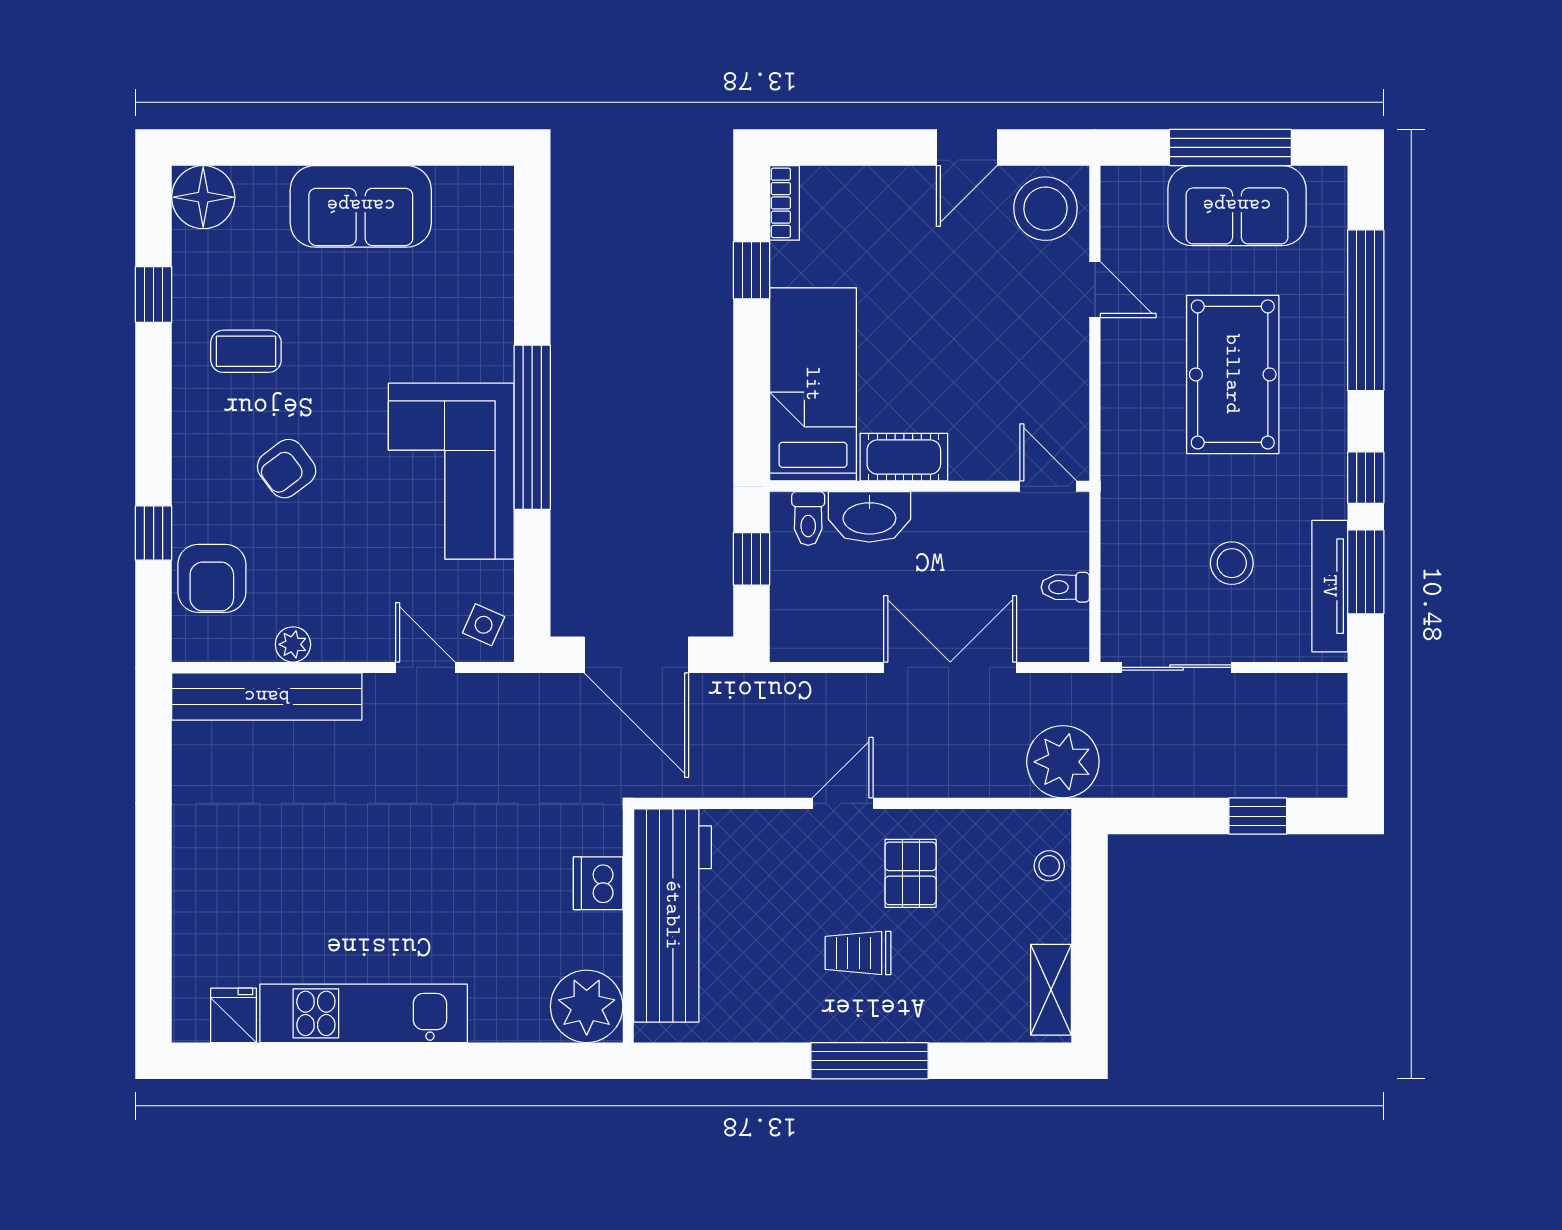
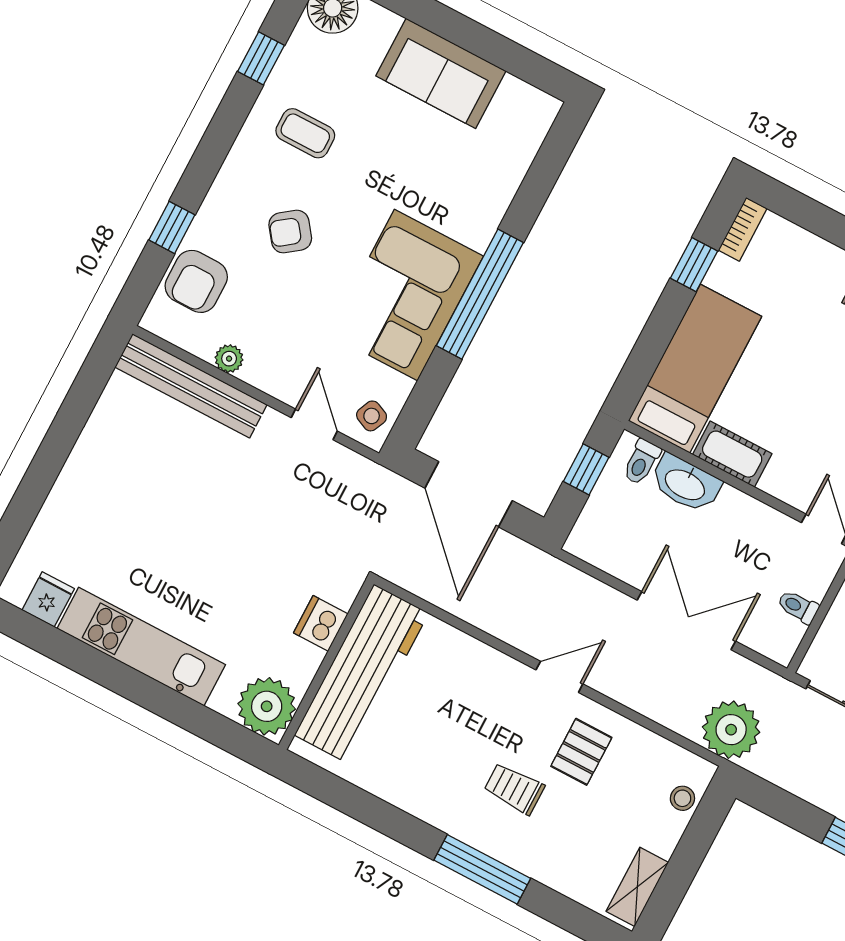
dishwasher: (598, 883) -> (321, 623), moved
workbench: (673, 915) -> (362, 674), moved
wall: (628, 926) -> (326, 665), moved
plant: (587, 1006) -> (267, 706), moved

